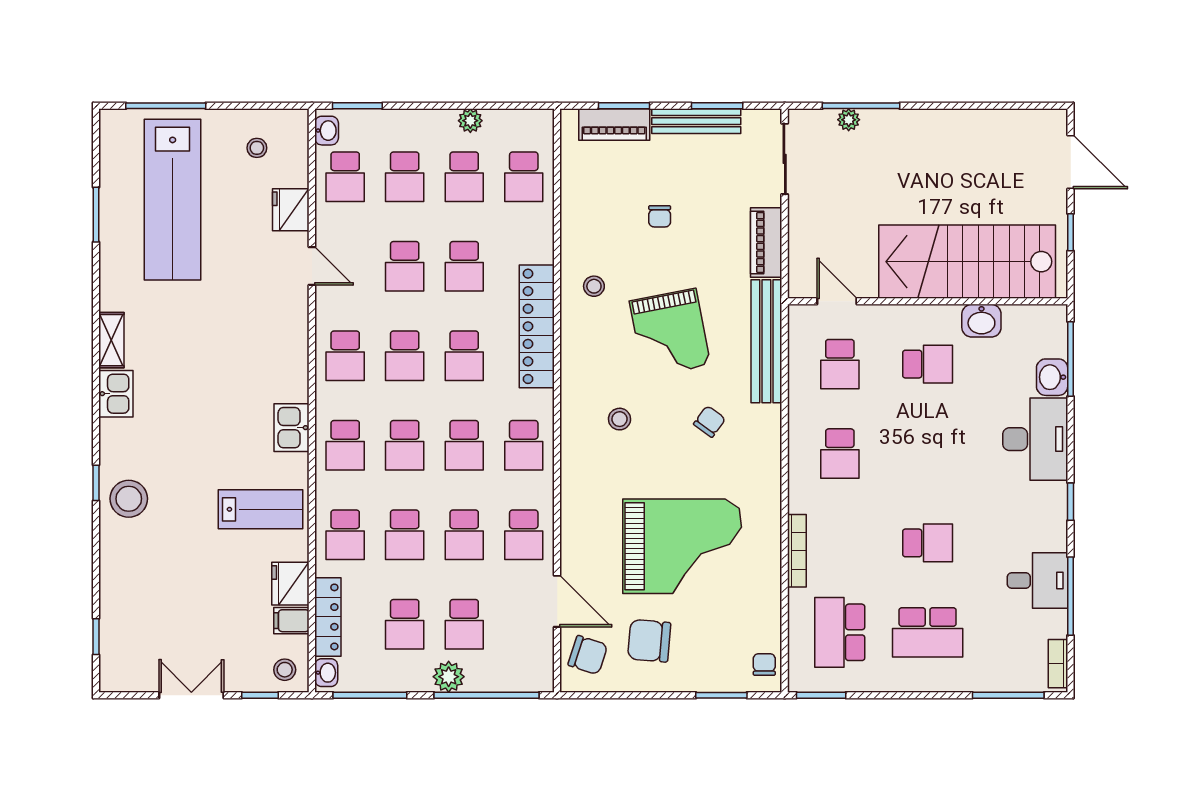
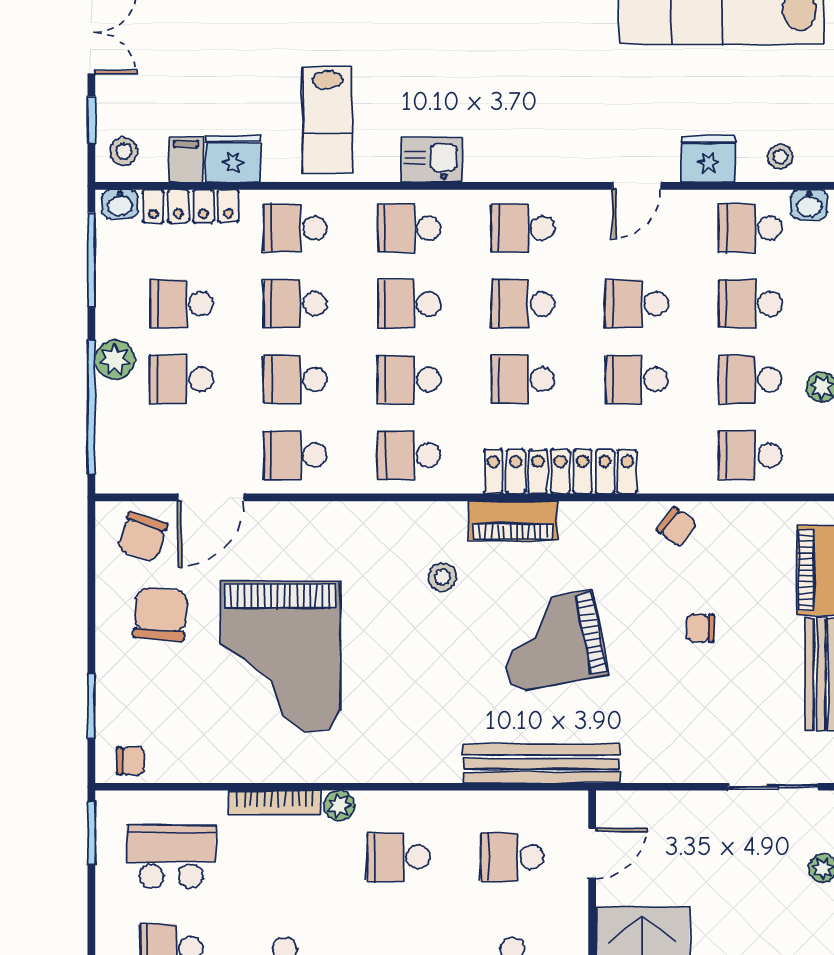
stool: (257, 148) -> (780, 157), moved
piano: (766, 243) -> (513, 521), moved, turned 180
stool: (594, 286) -> (611, 544), removed
chair: (709, 422) -> (677, 527), moved
plant: (799, 500) -> (339, 806), added

